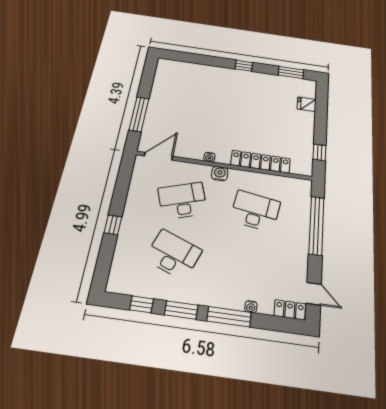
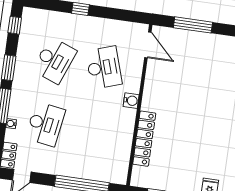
water cooler: (209, 157) -> (148, 91), removed
desk: (255, 211) -> (45, 124), moved
window: (142, 304) -> (15, 25), moved

